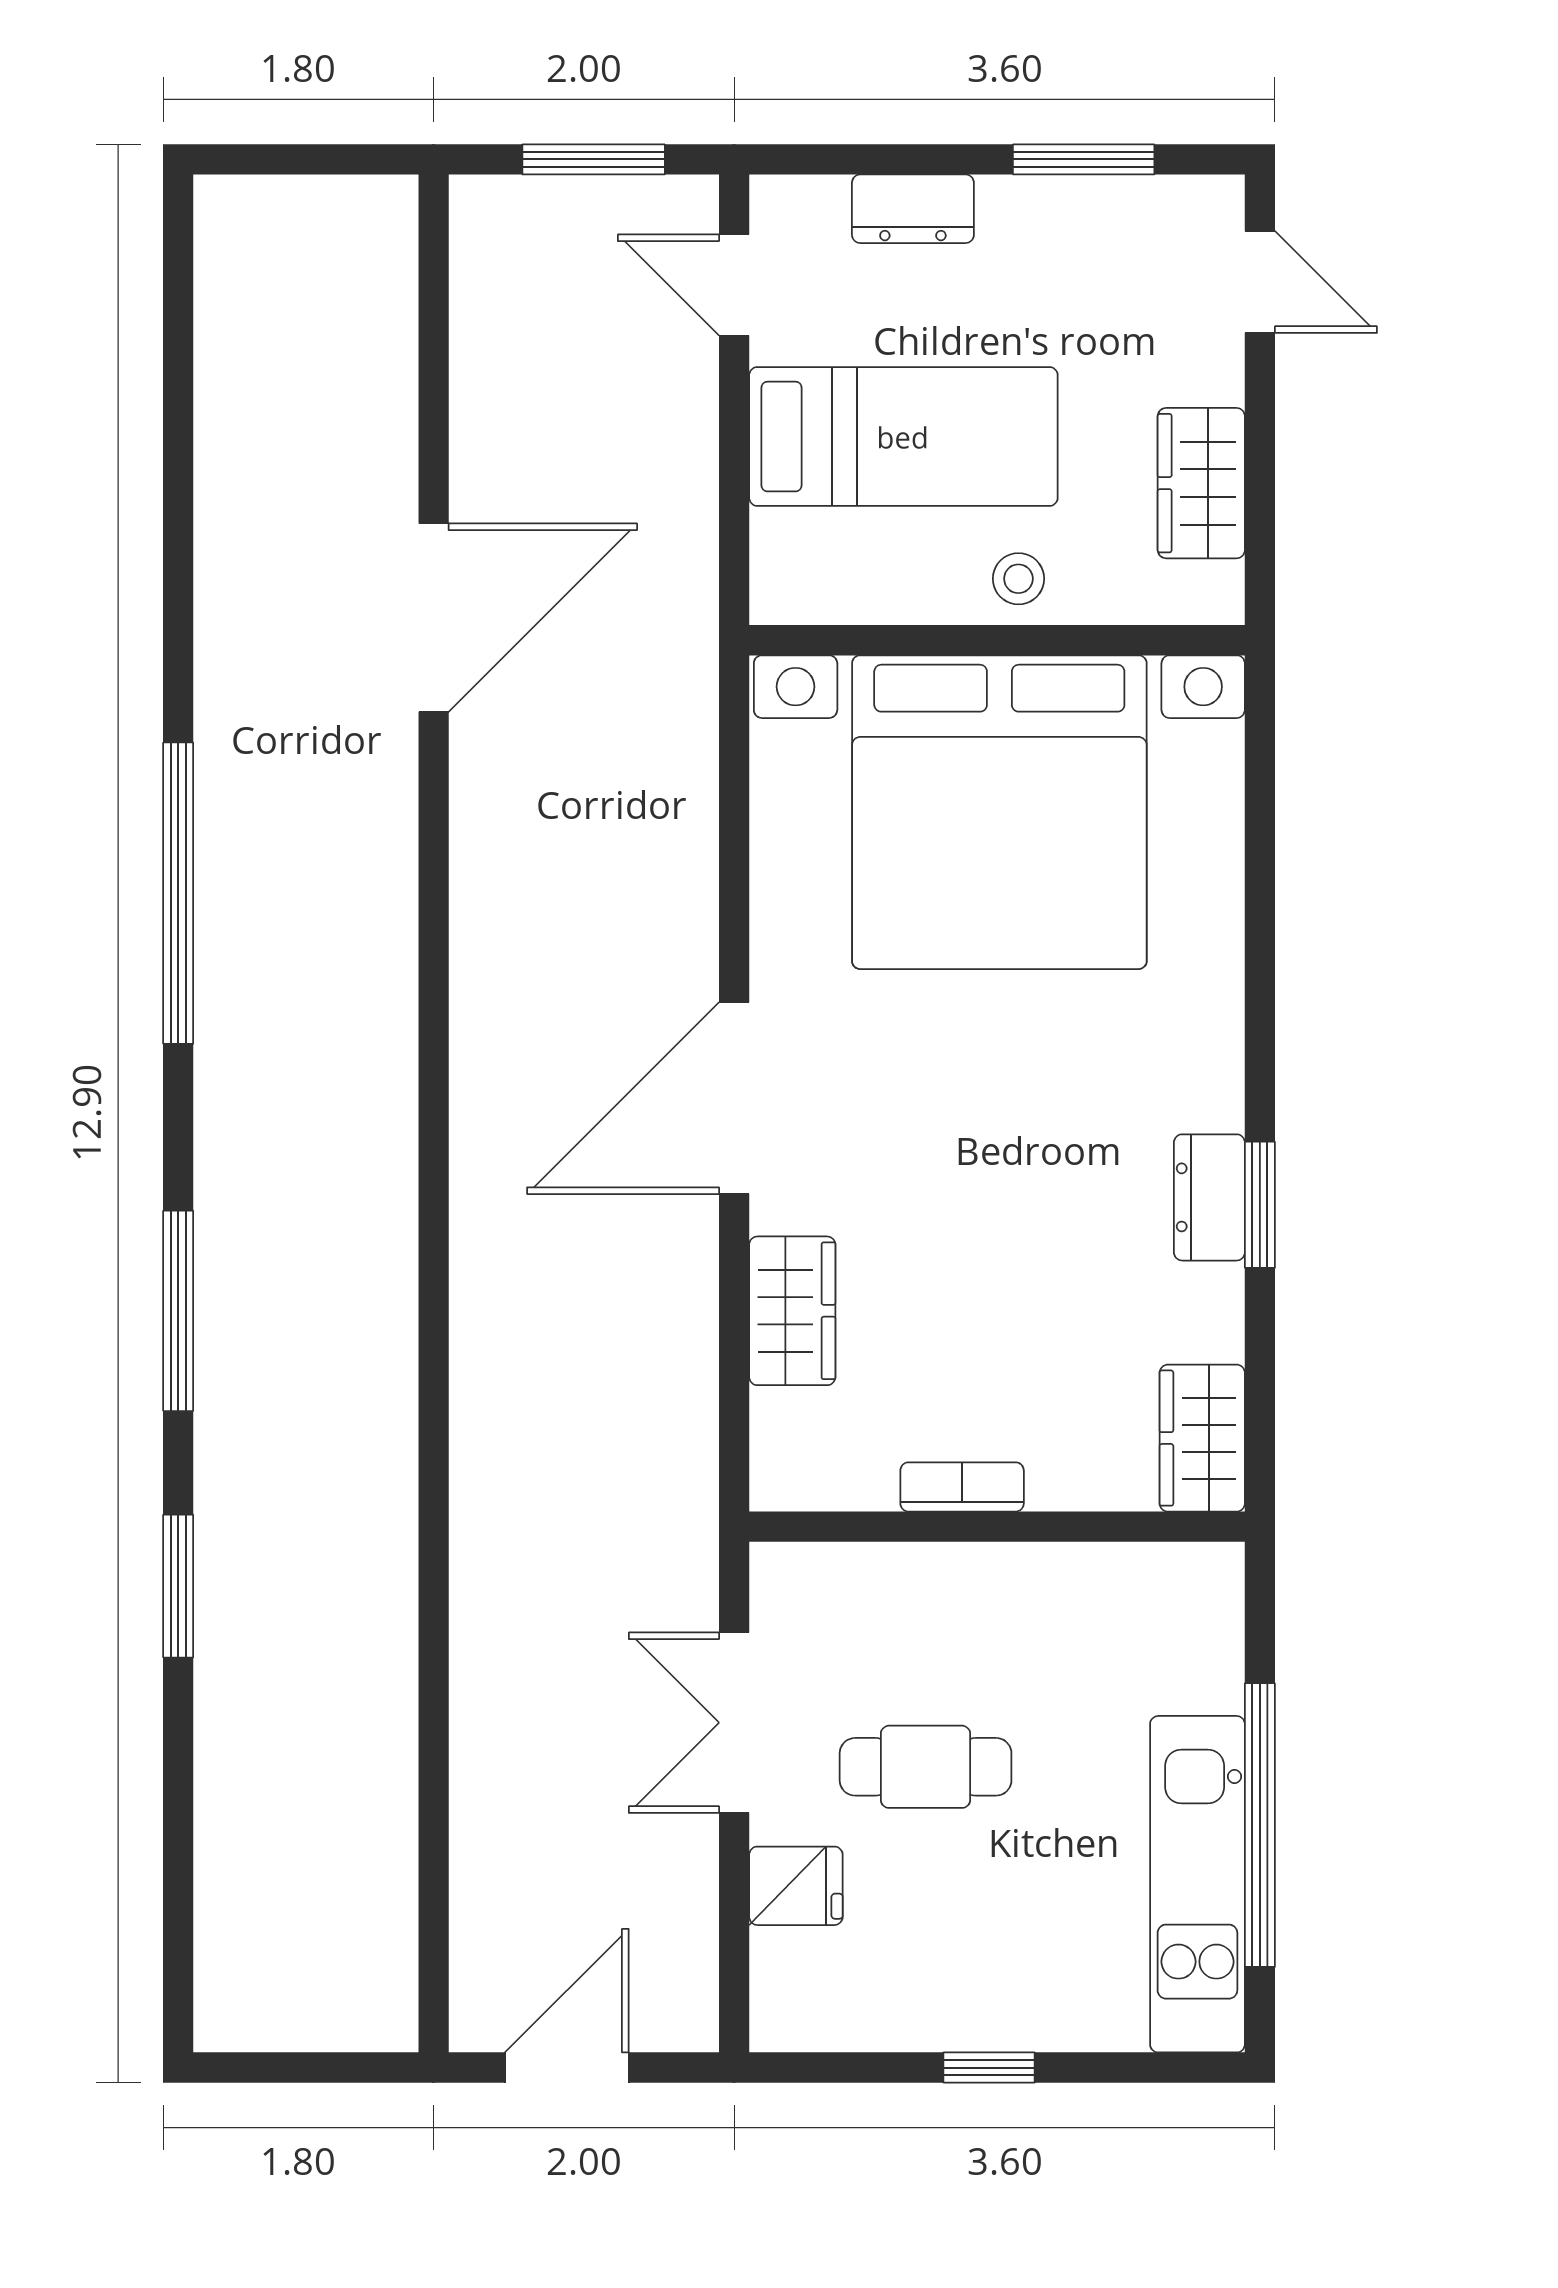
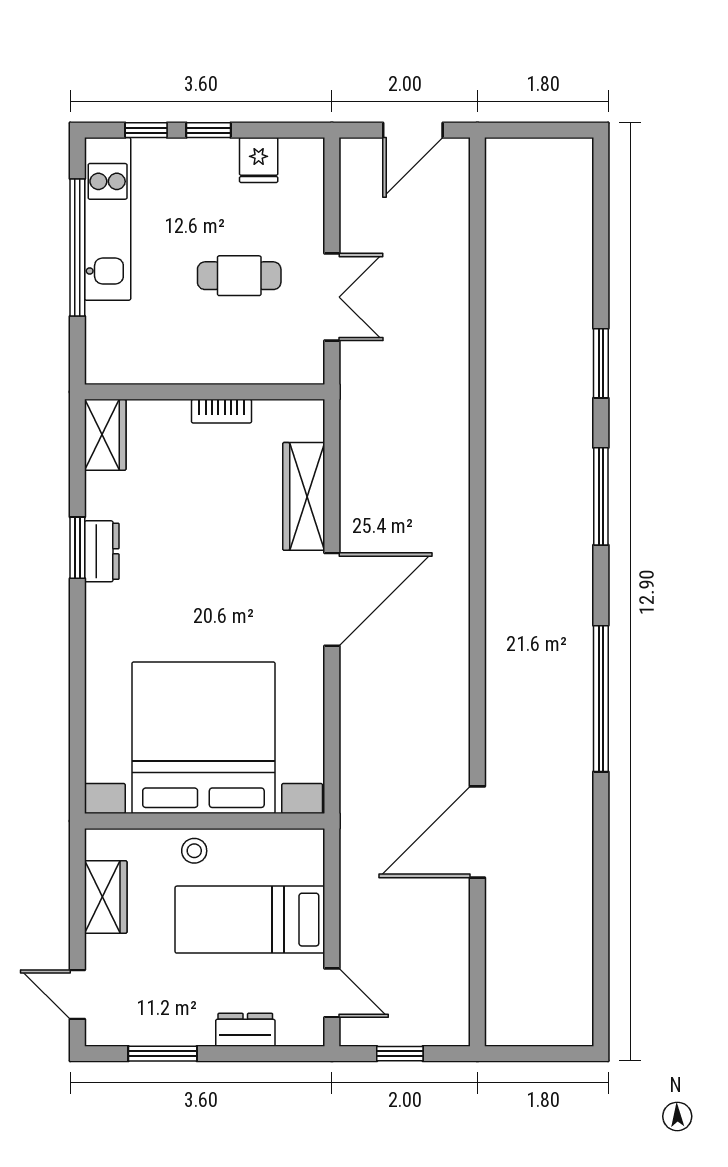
window: (594, 159) -> (400, 1054), width x0.67
wardrobe: (792, 1311) -> (304, 496), width x1.50
fridge: (796, 1886) -> (259, 160), moved, turned -90
window: (1118, 2068) -> (146, 130), added

